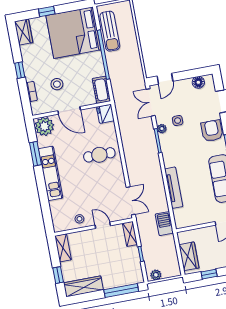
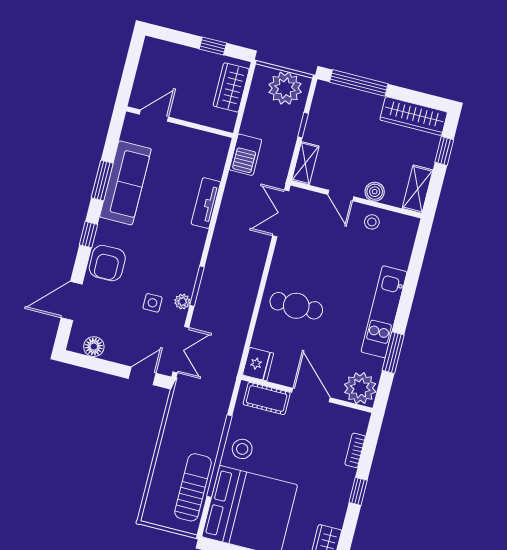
stool: (57, 84) -> (242, 449), moved
cot: (101, 90) -> (267, 398), moved, turned 90
tv unit: (174, 188) -> (206, 203), width x0.71
boiler: (86, 236) -> (375, 192), added
plant: (156, 275) -> (285, 88), width x1.88, depth x1.88

